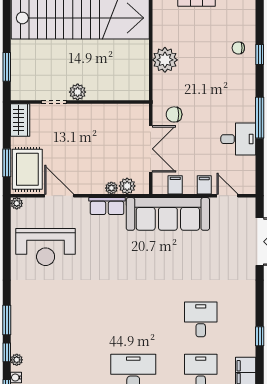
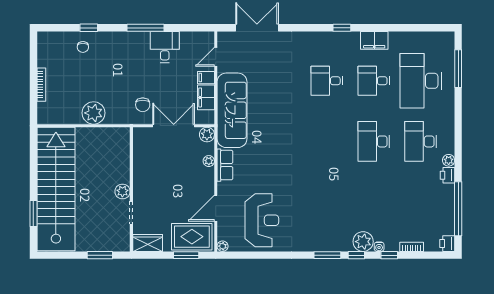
filing cabinet: (175, 185) -> (206, 97), width x2.00
plant: (127, 186) -> (207, 135), moved
plant: (17, 360) -> (363, 242), width x1.87, depth x1.87

